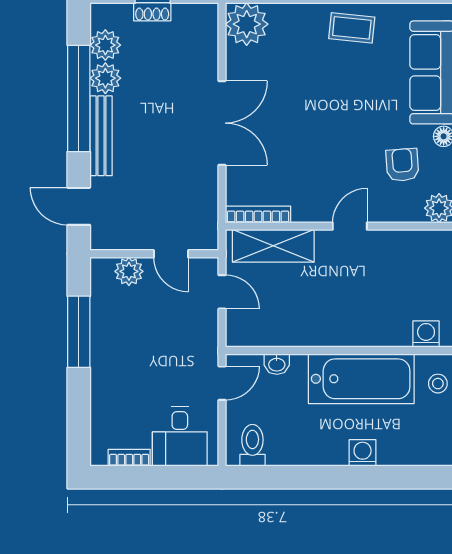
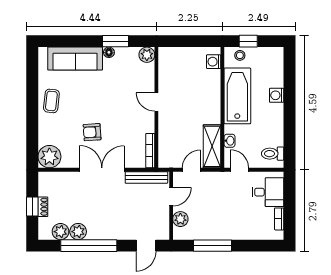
bench: (101, 136) -> (146, 177), moved
armchair: (402, 165) -> (92, 132), moved
shelving: (273, 246) -> (212, 146), moved

